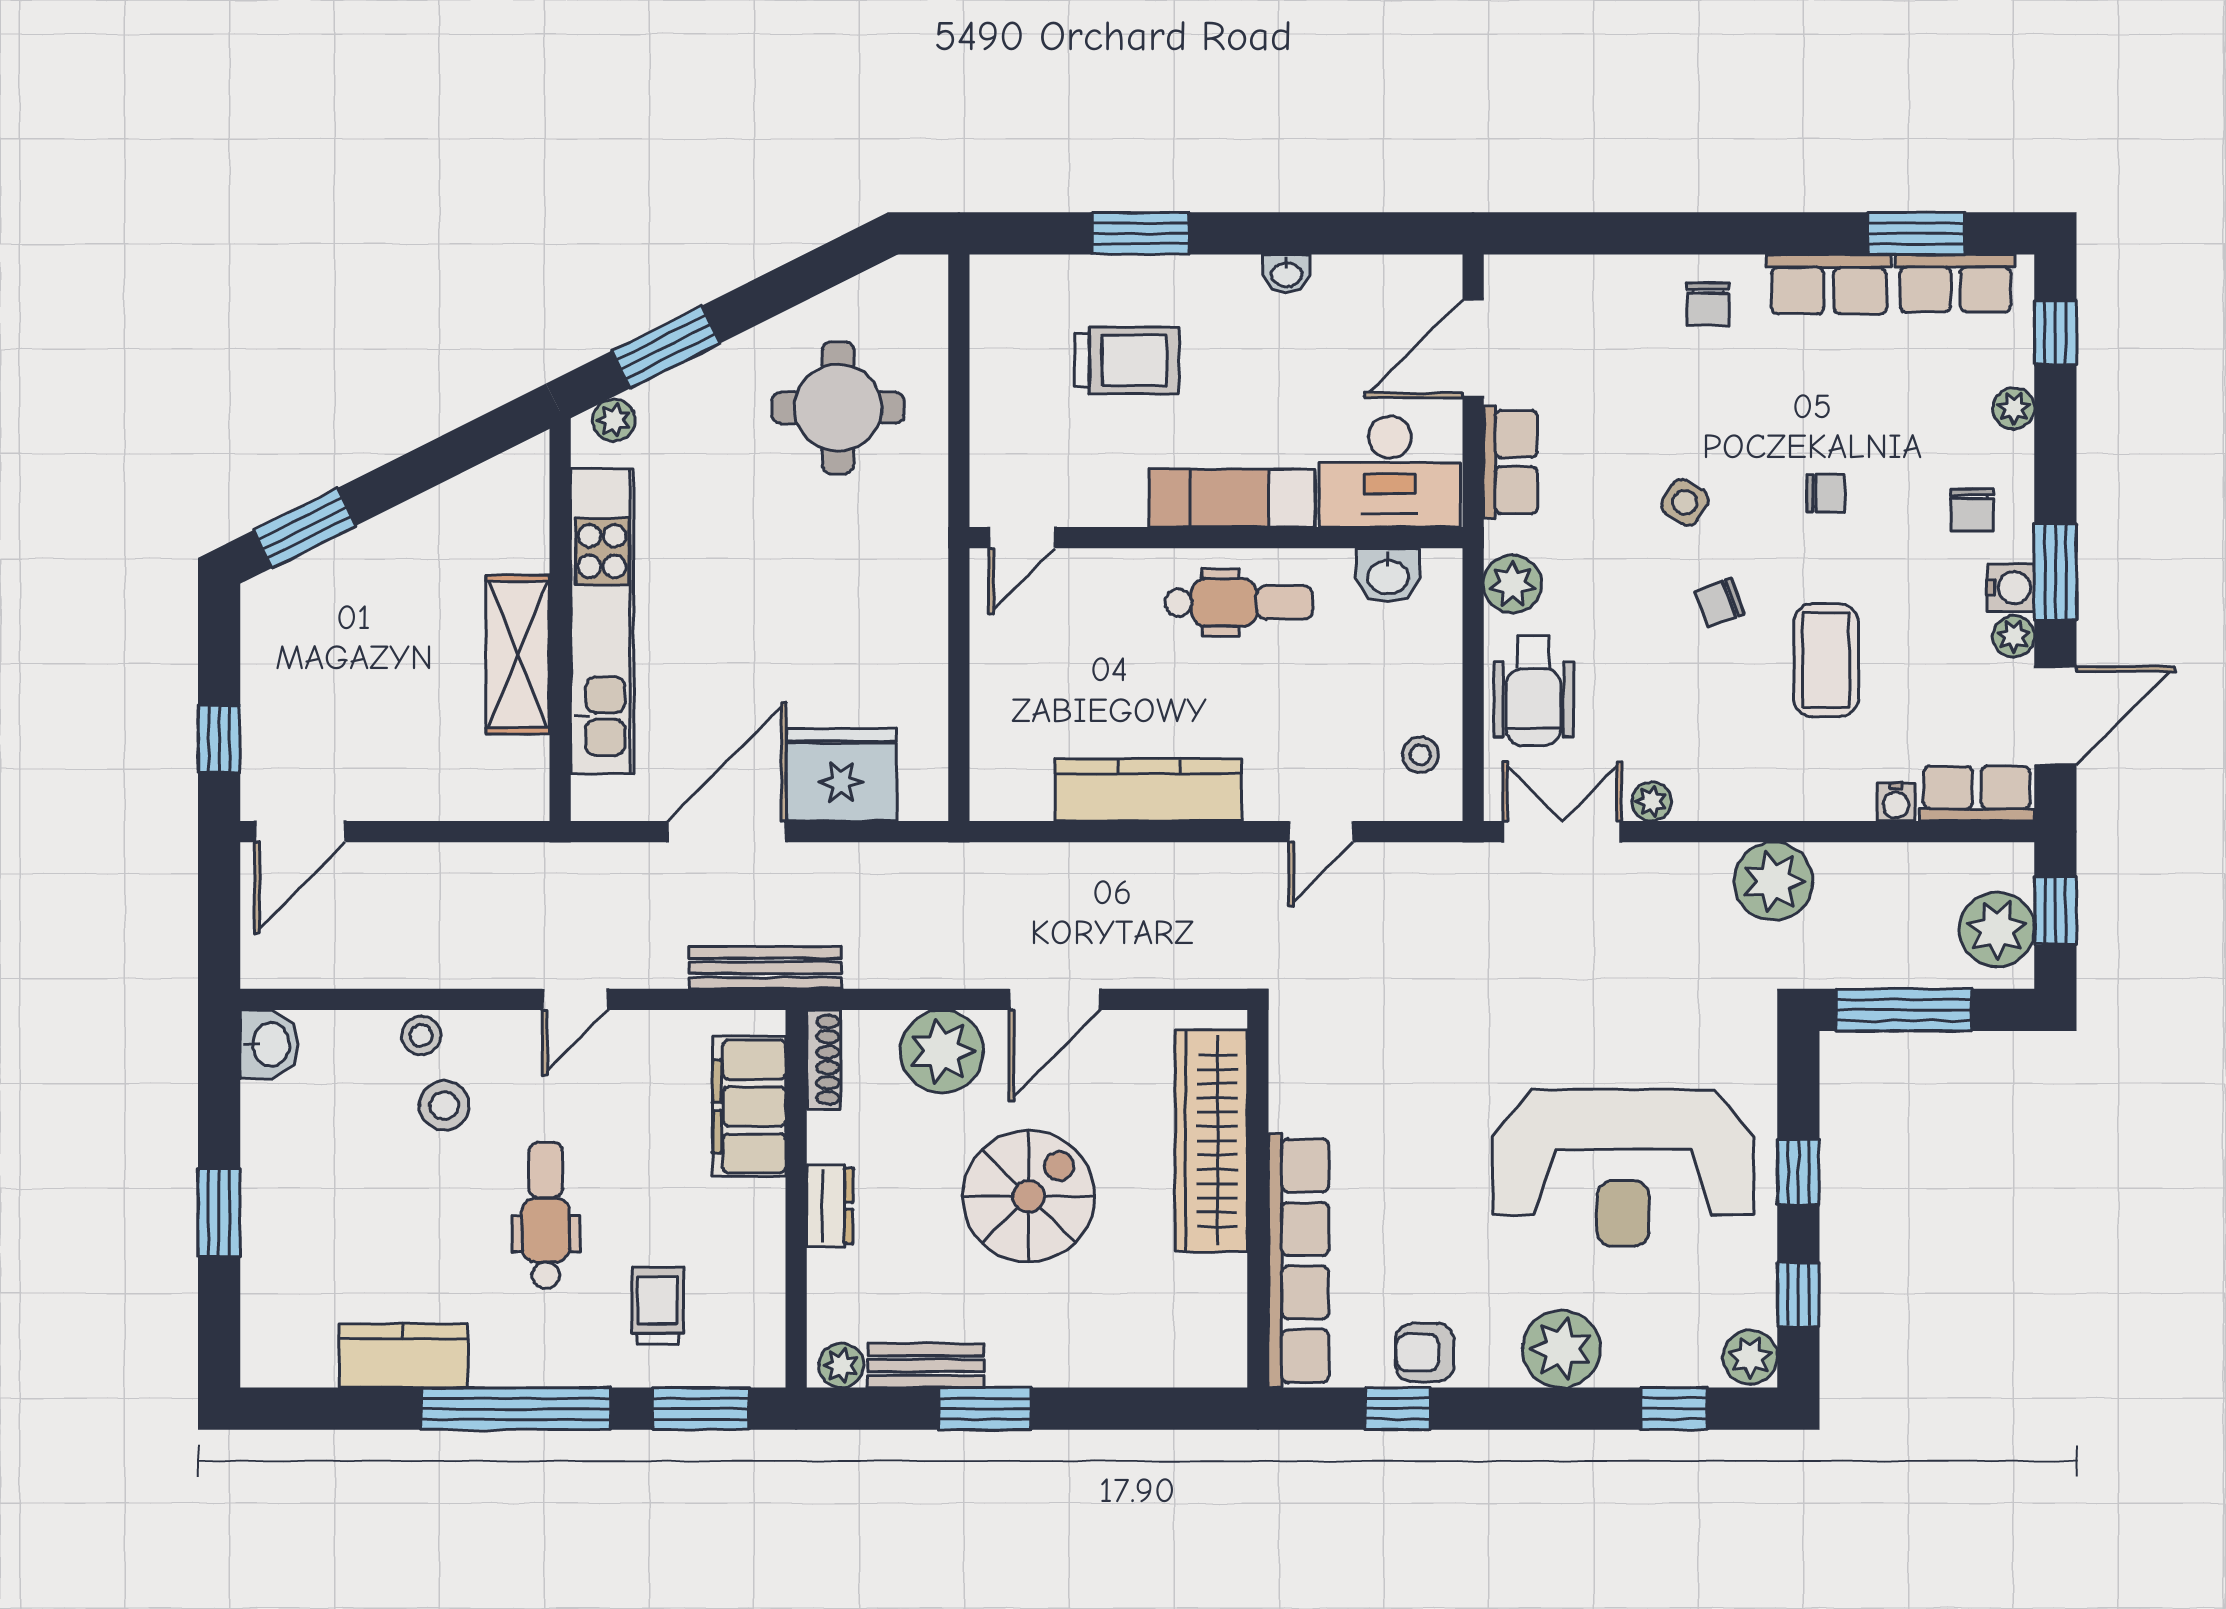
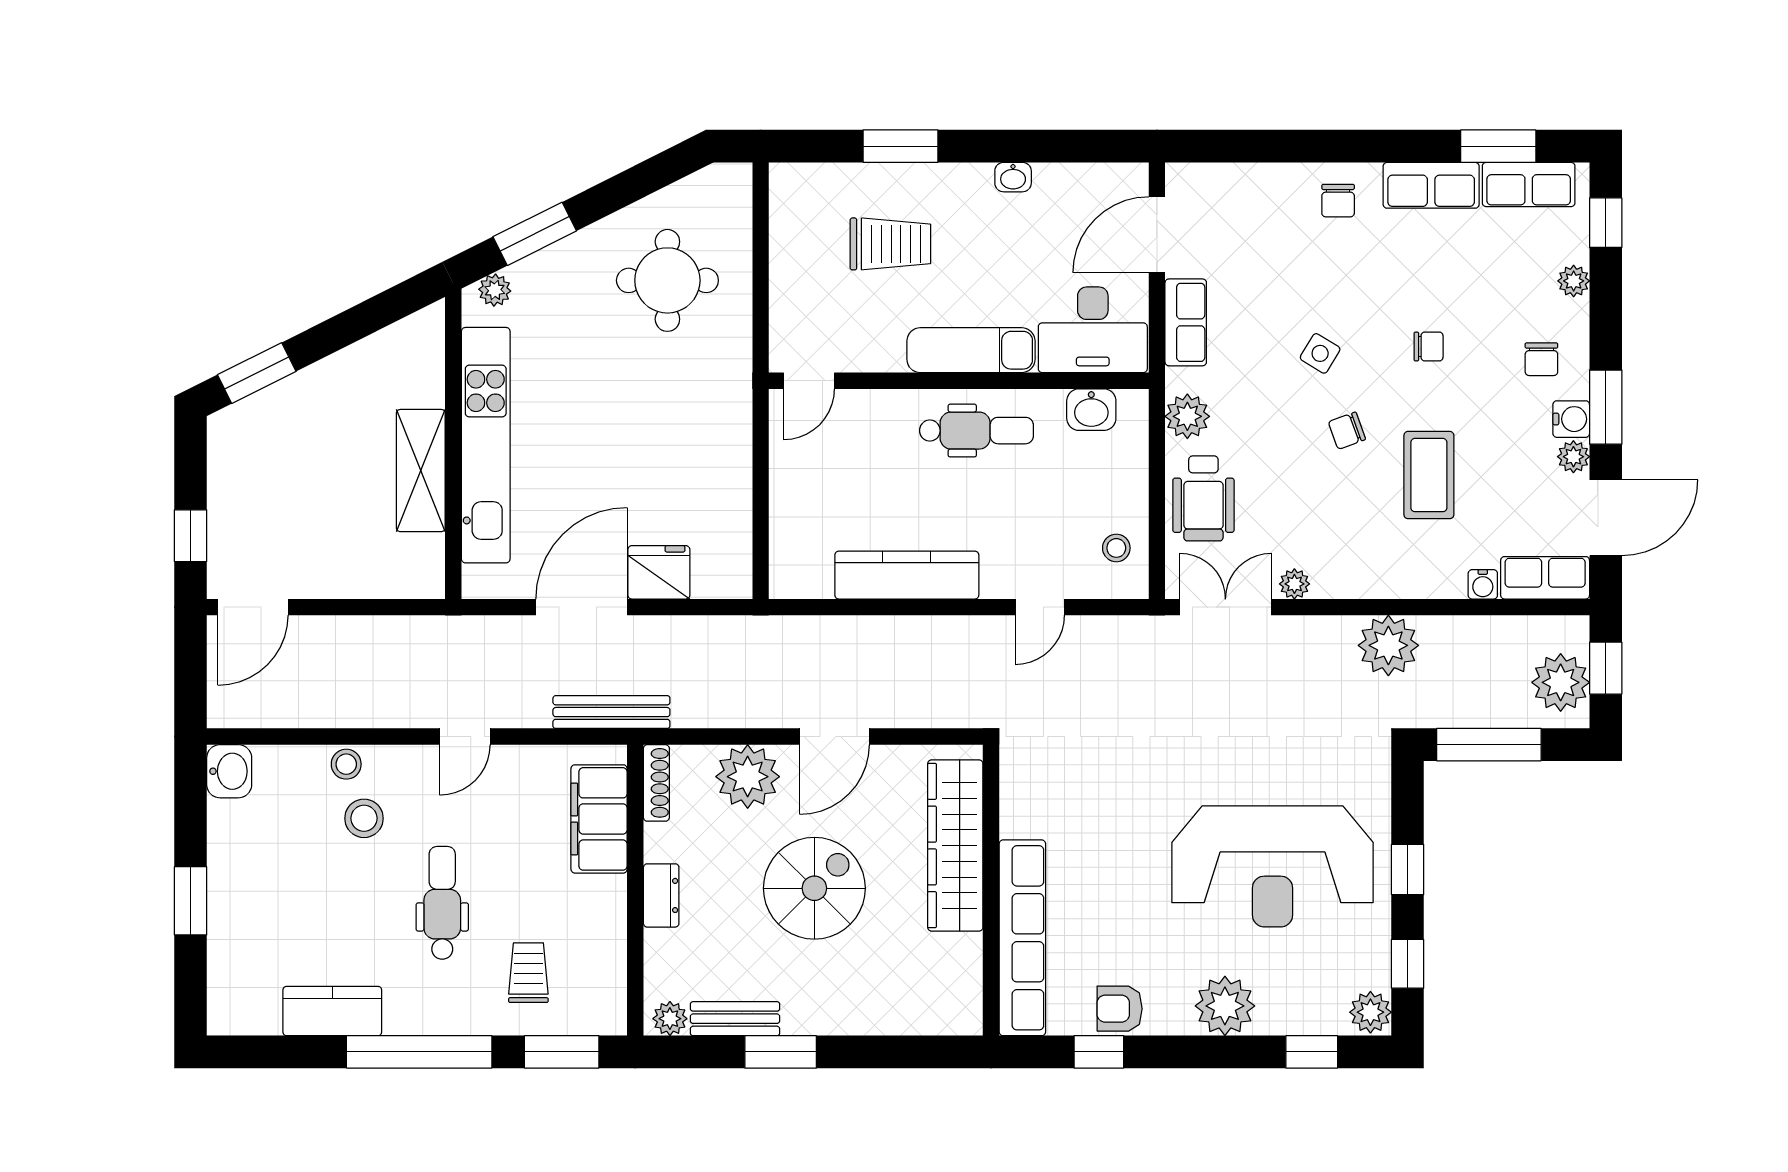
fridge: (841, 775) -> (659, 572), width x0.73, depth x0.75

